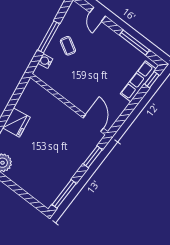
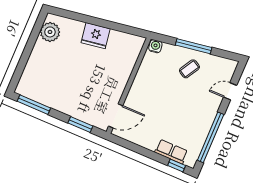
window: (134, 43) -> (211, 137), width x1.46
water cooler: (45, 61) -> (155, 46), moved
row of seats: (138, 81) -> (171, 152), width x0.68

